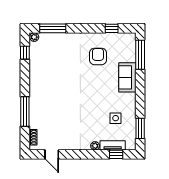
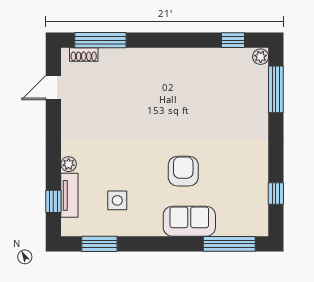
armchair: (98, 56) -> (183, 171), moved, turned -90
window: (25, 111) -> (100, 40), moved

